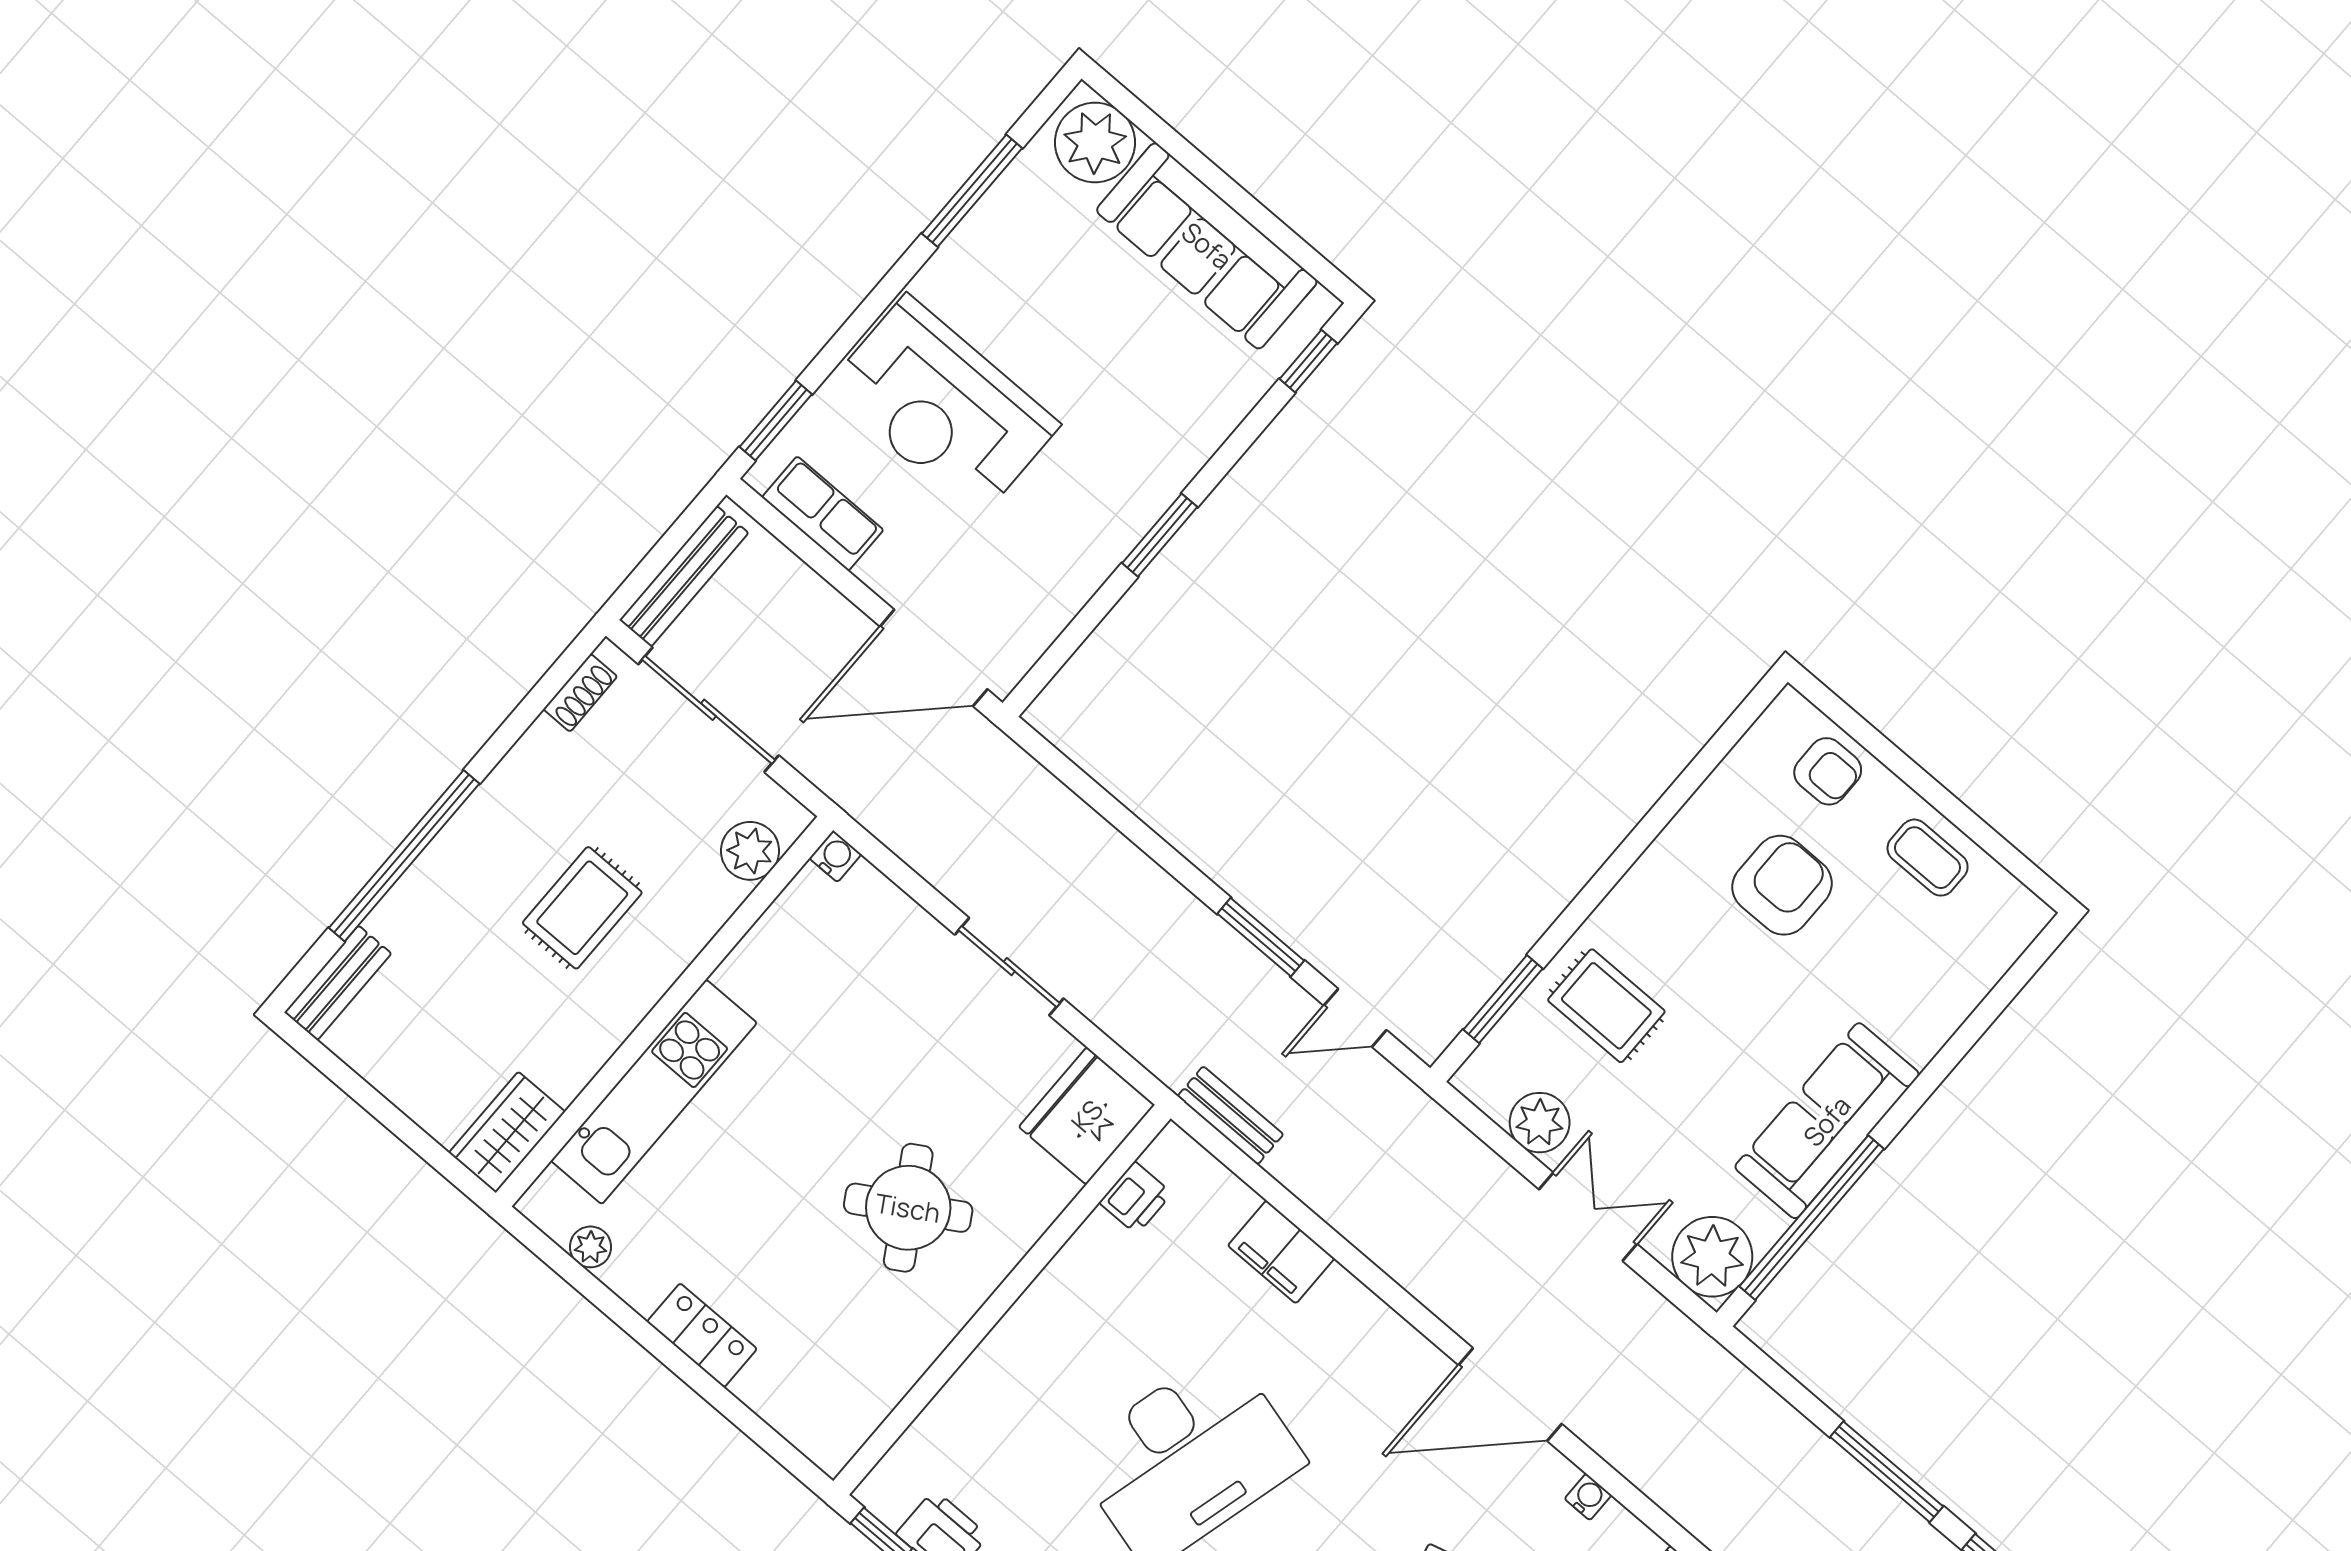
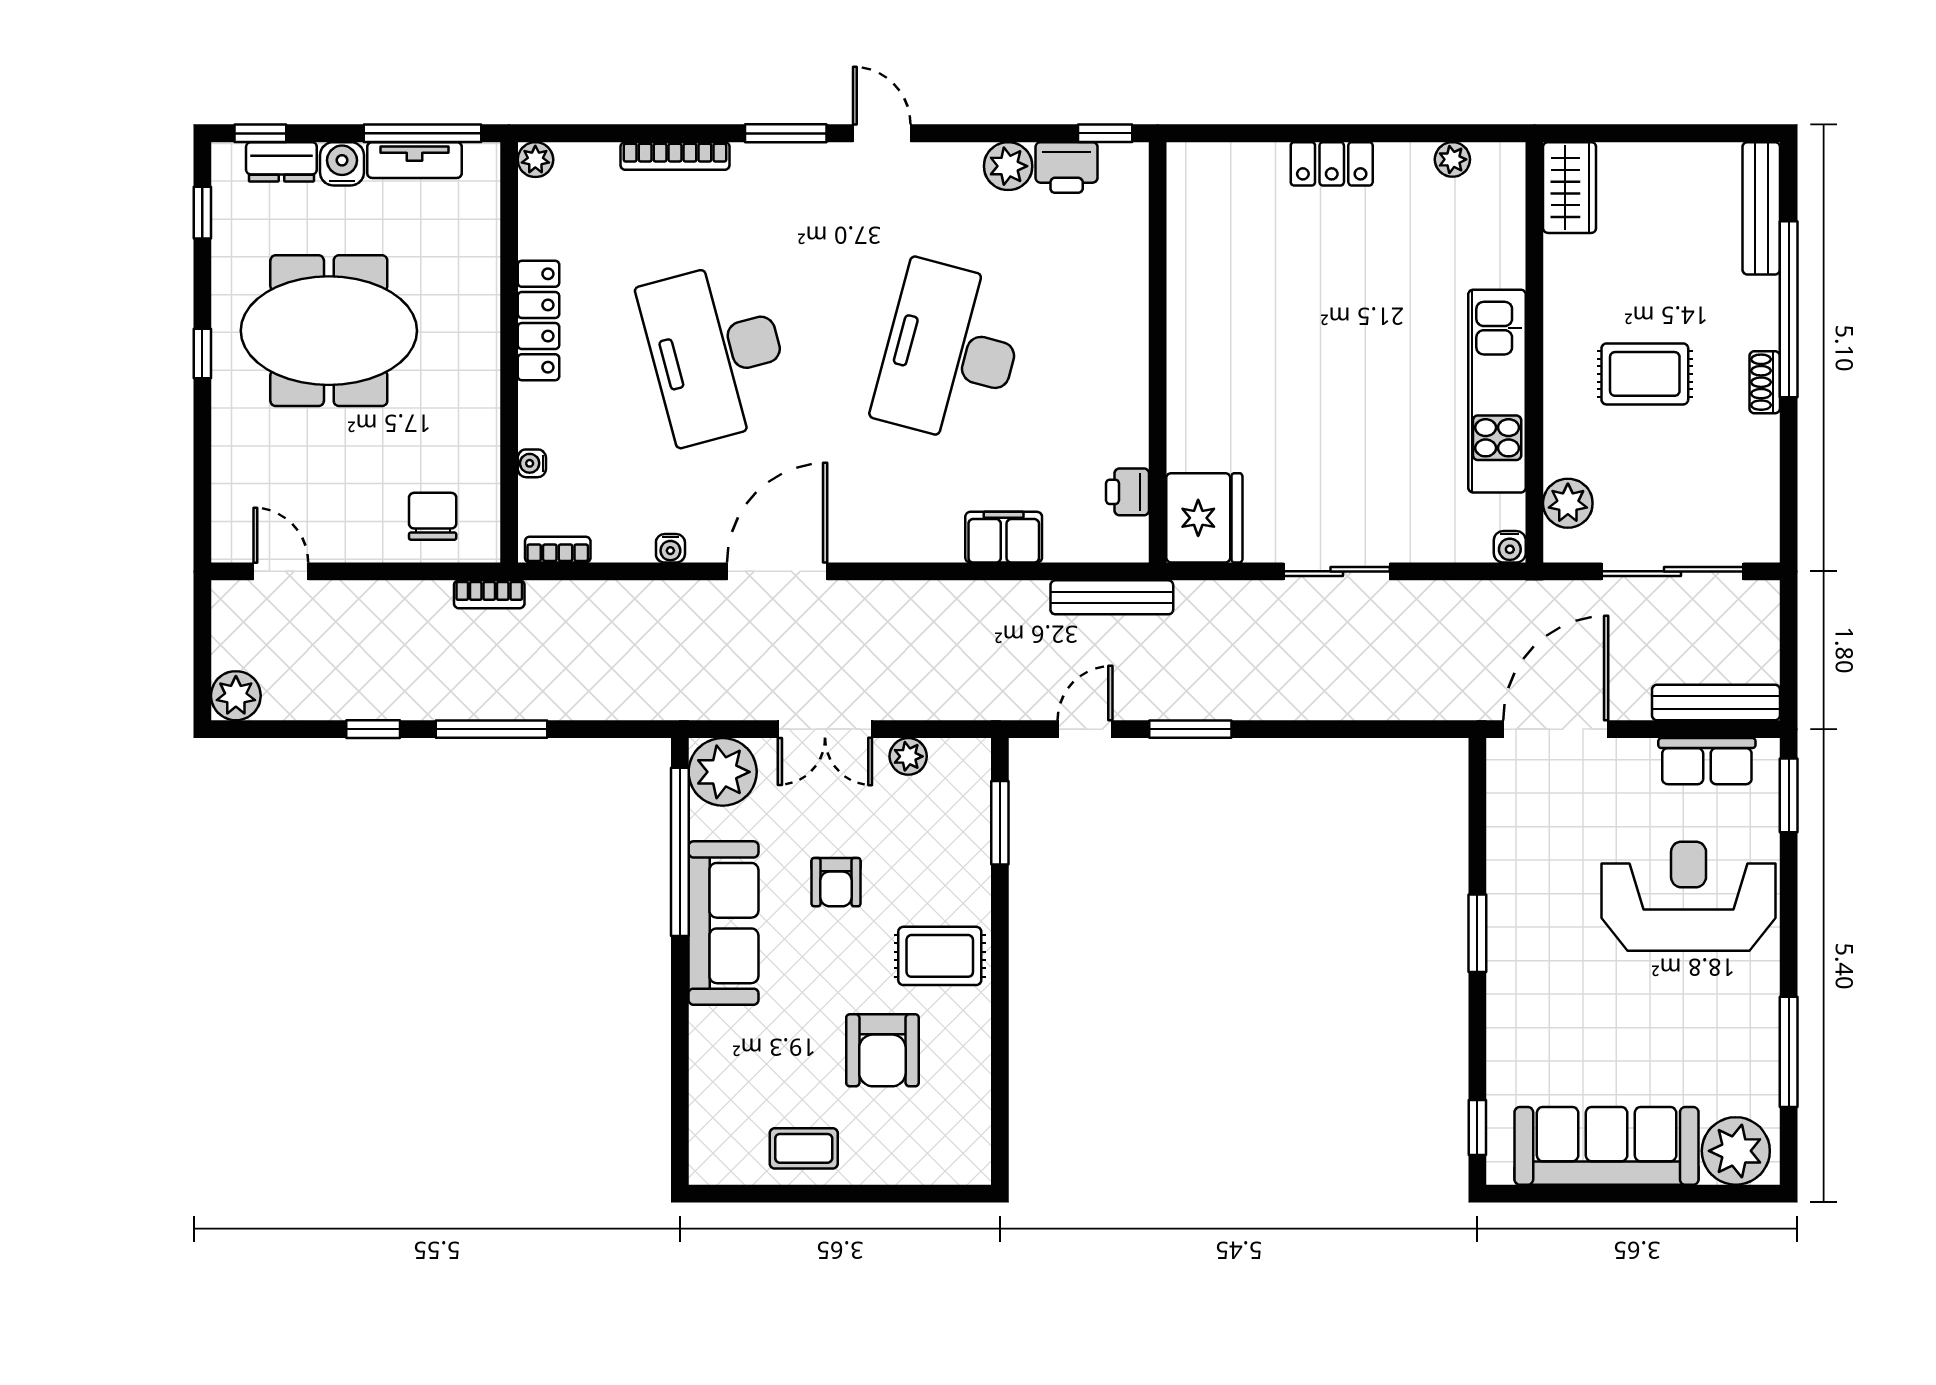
bench: (684, 576) -> (1716, 703), moved, turned 90
shoe rack: (580, 693) -> (1765, 382), moved
armchair: (1828, 771) -> (836, 882), moved, turned -90
rug: (582, 908) -> (1645, 374), turned 90
bench: (338, 983) -> (1761, 208), width x1.36
rug: (1606, 1006) -> (940, 956), moved
kitchen unit: (654, 1092) -> (1497, 391), moved
bench: (1230, 1115) -> (1112, 597), width x1.36
plant: (1540, 1123) -> (908, 756), width x0.73, depth x0.73
round table: (908, 1208) -> (1269, 360), removed

